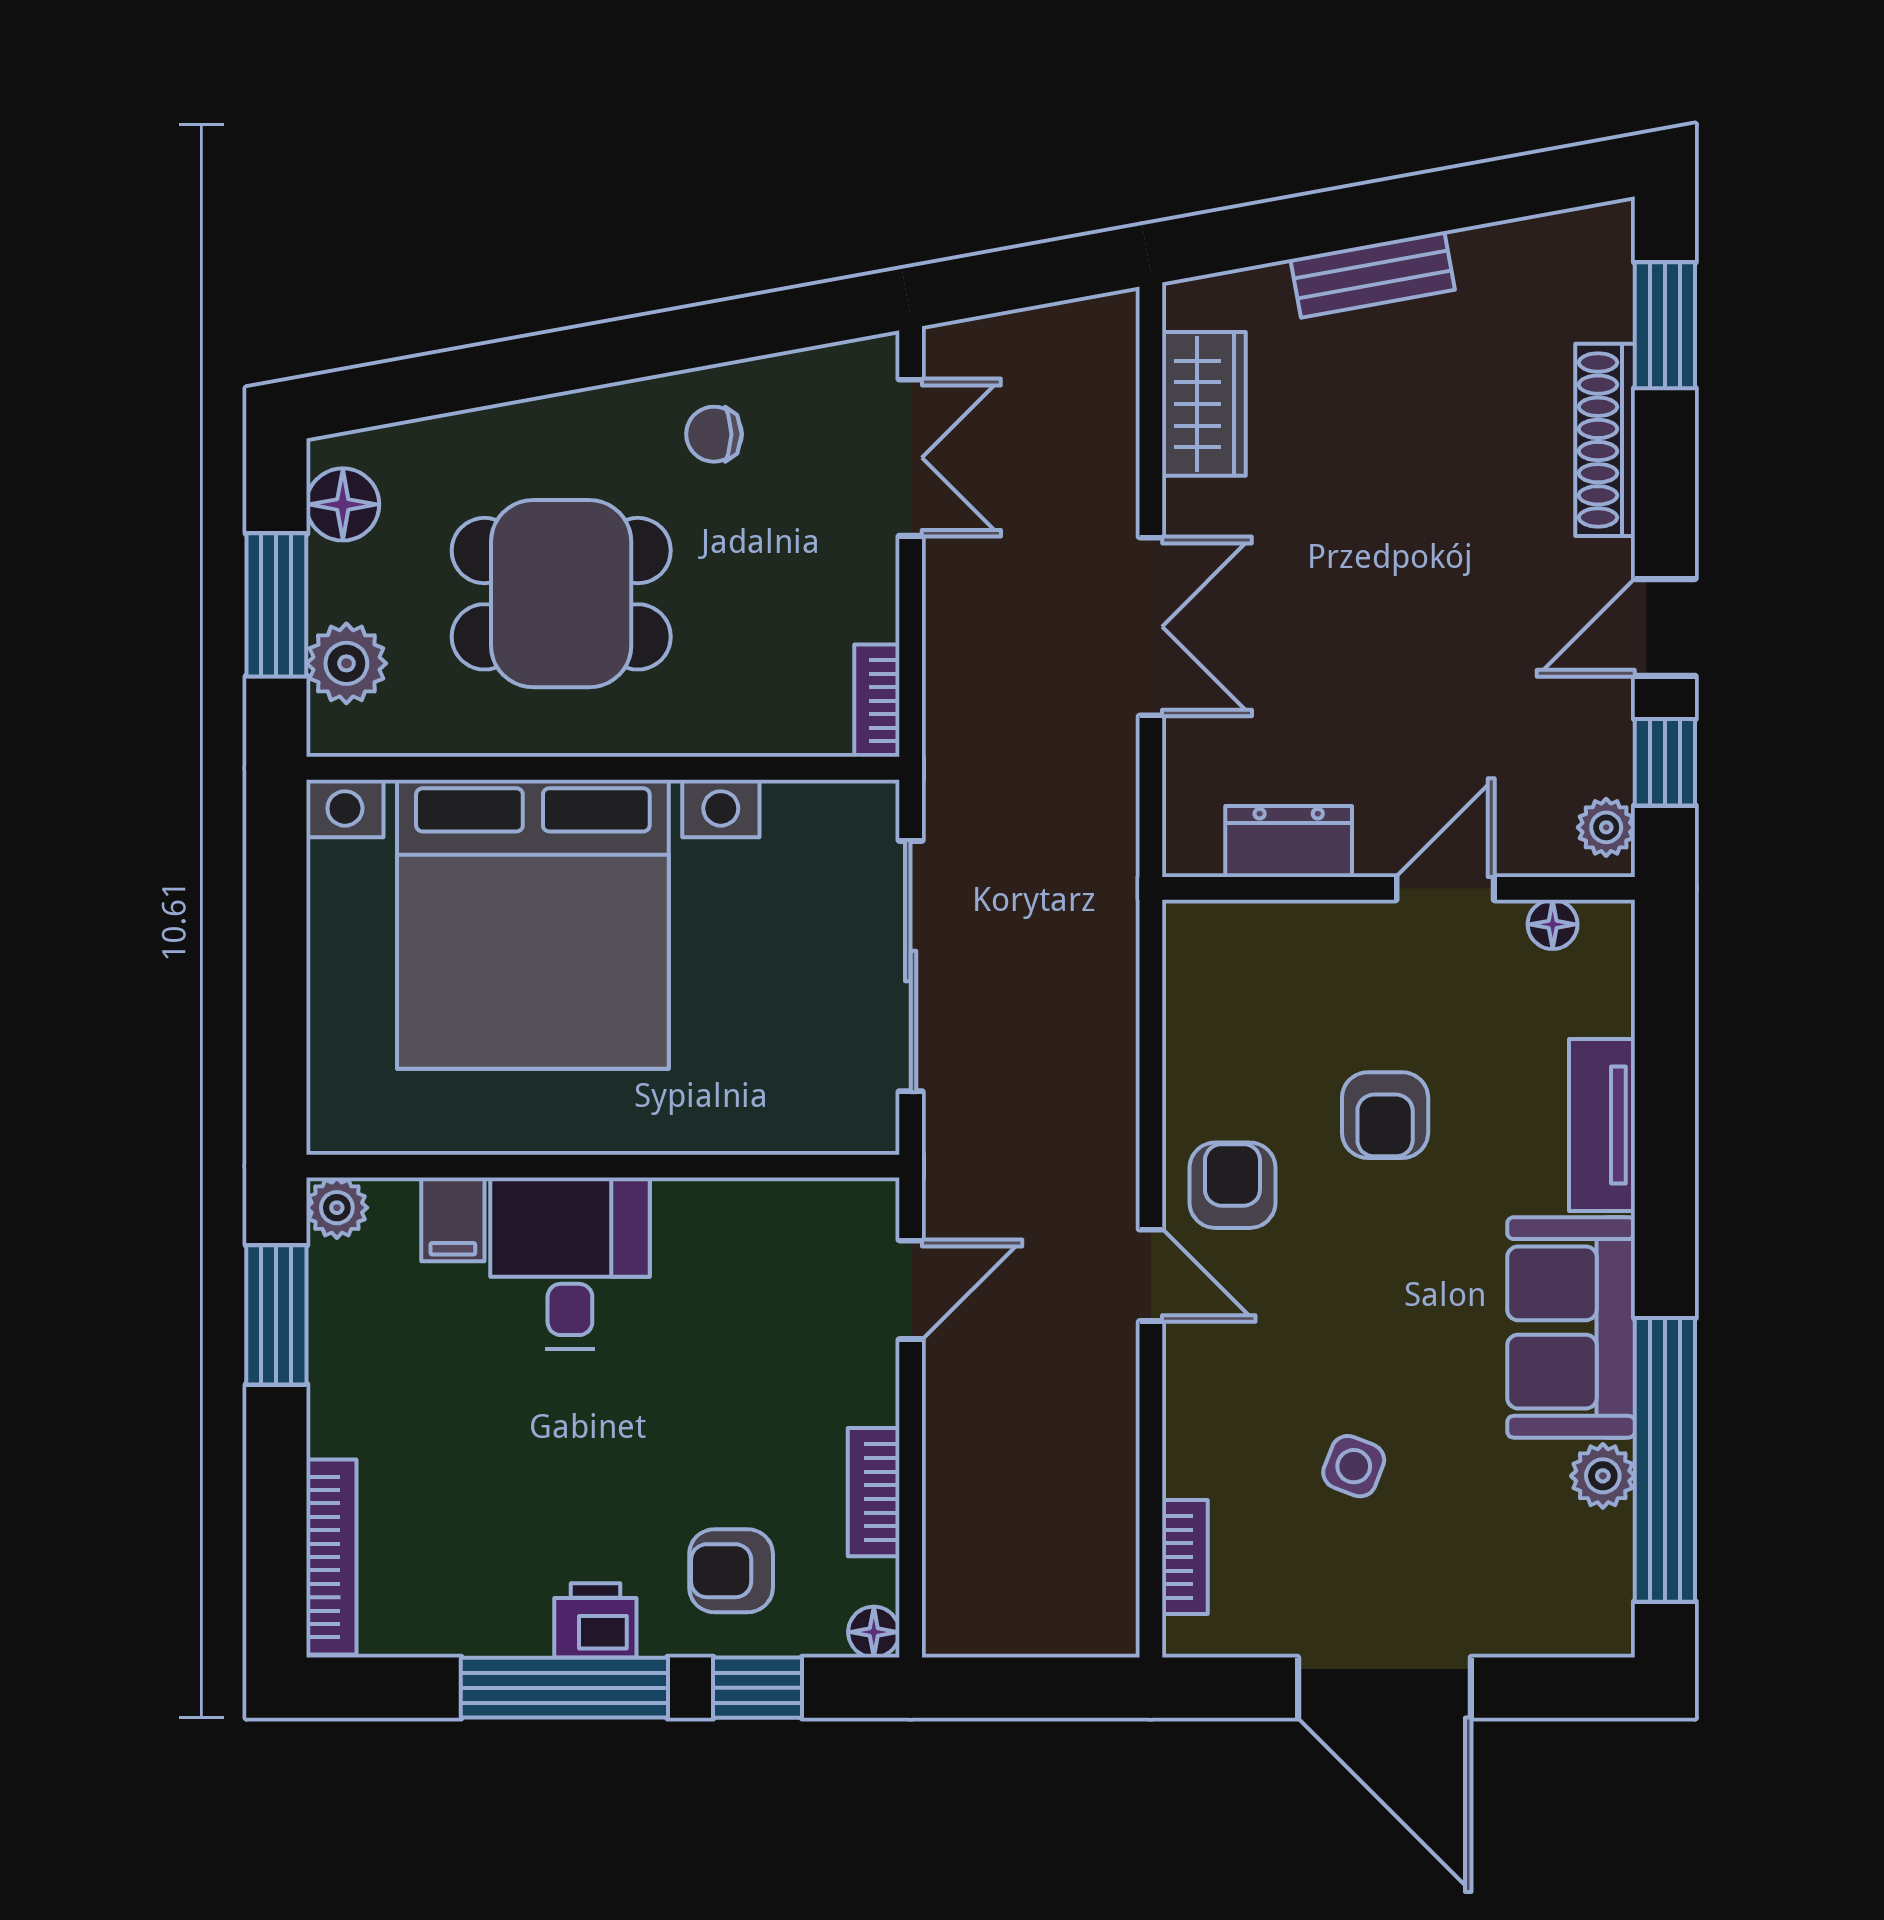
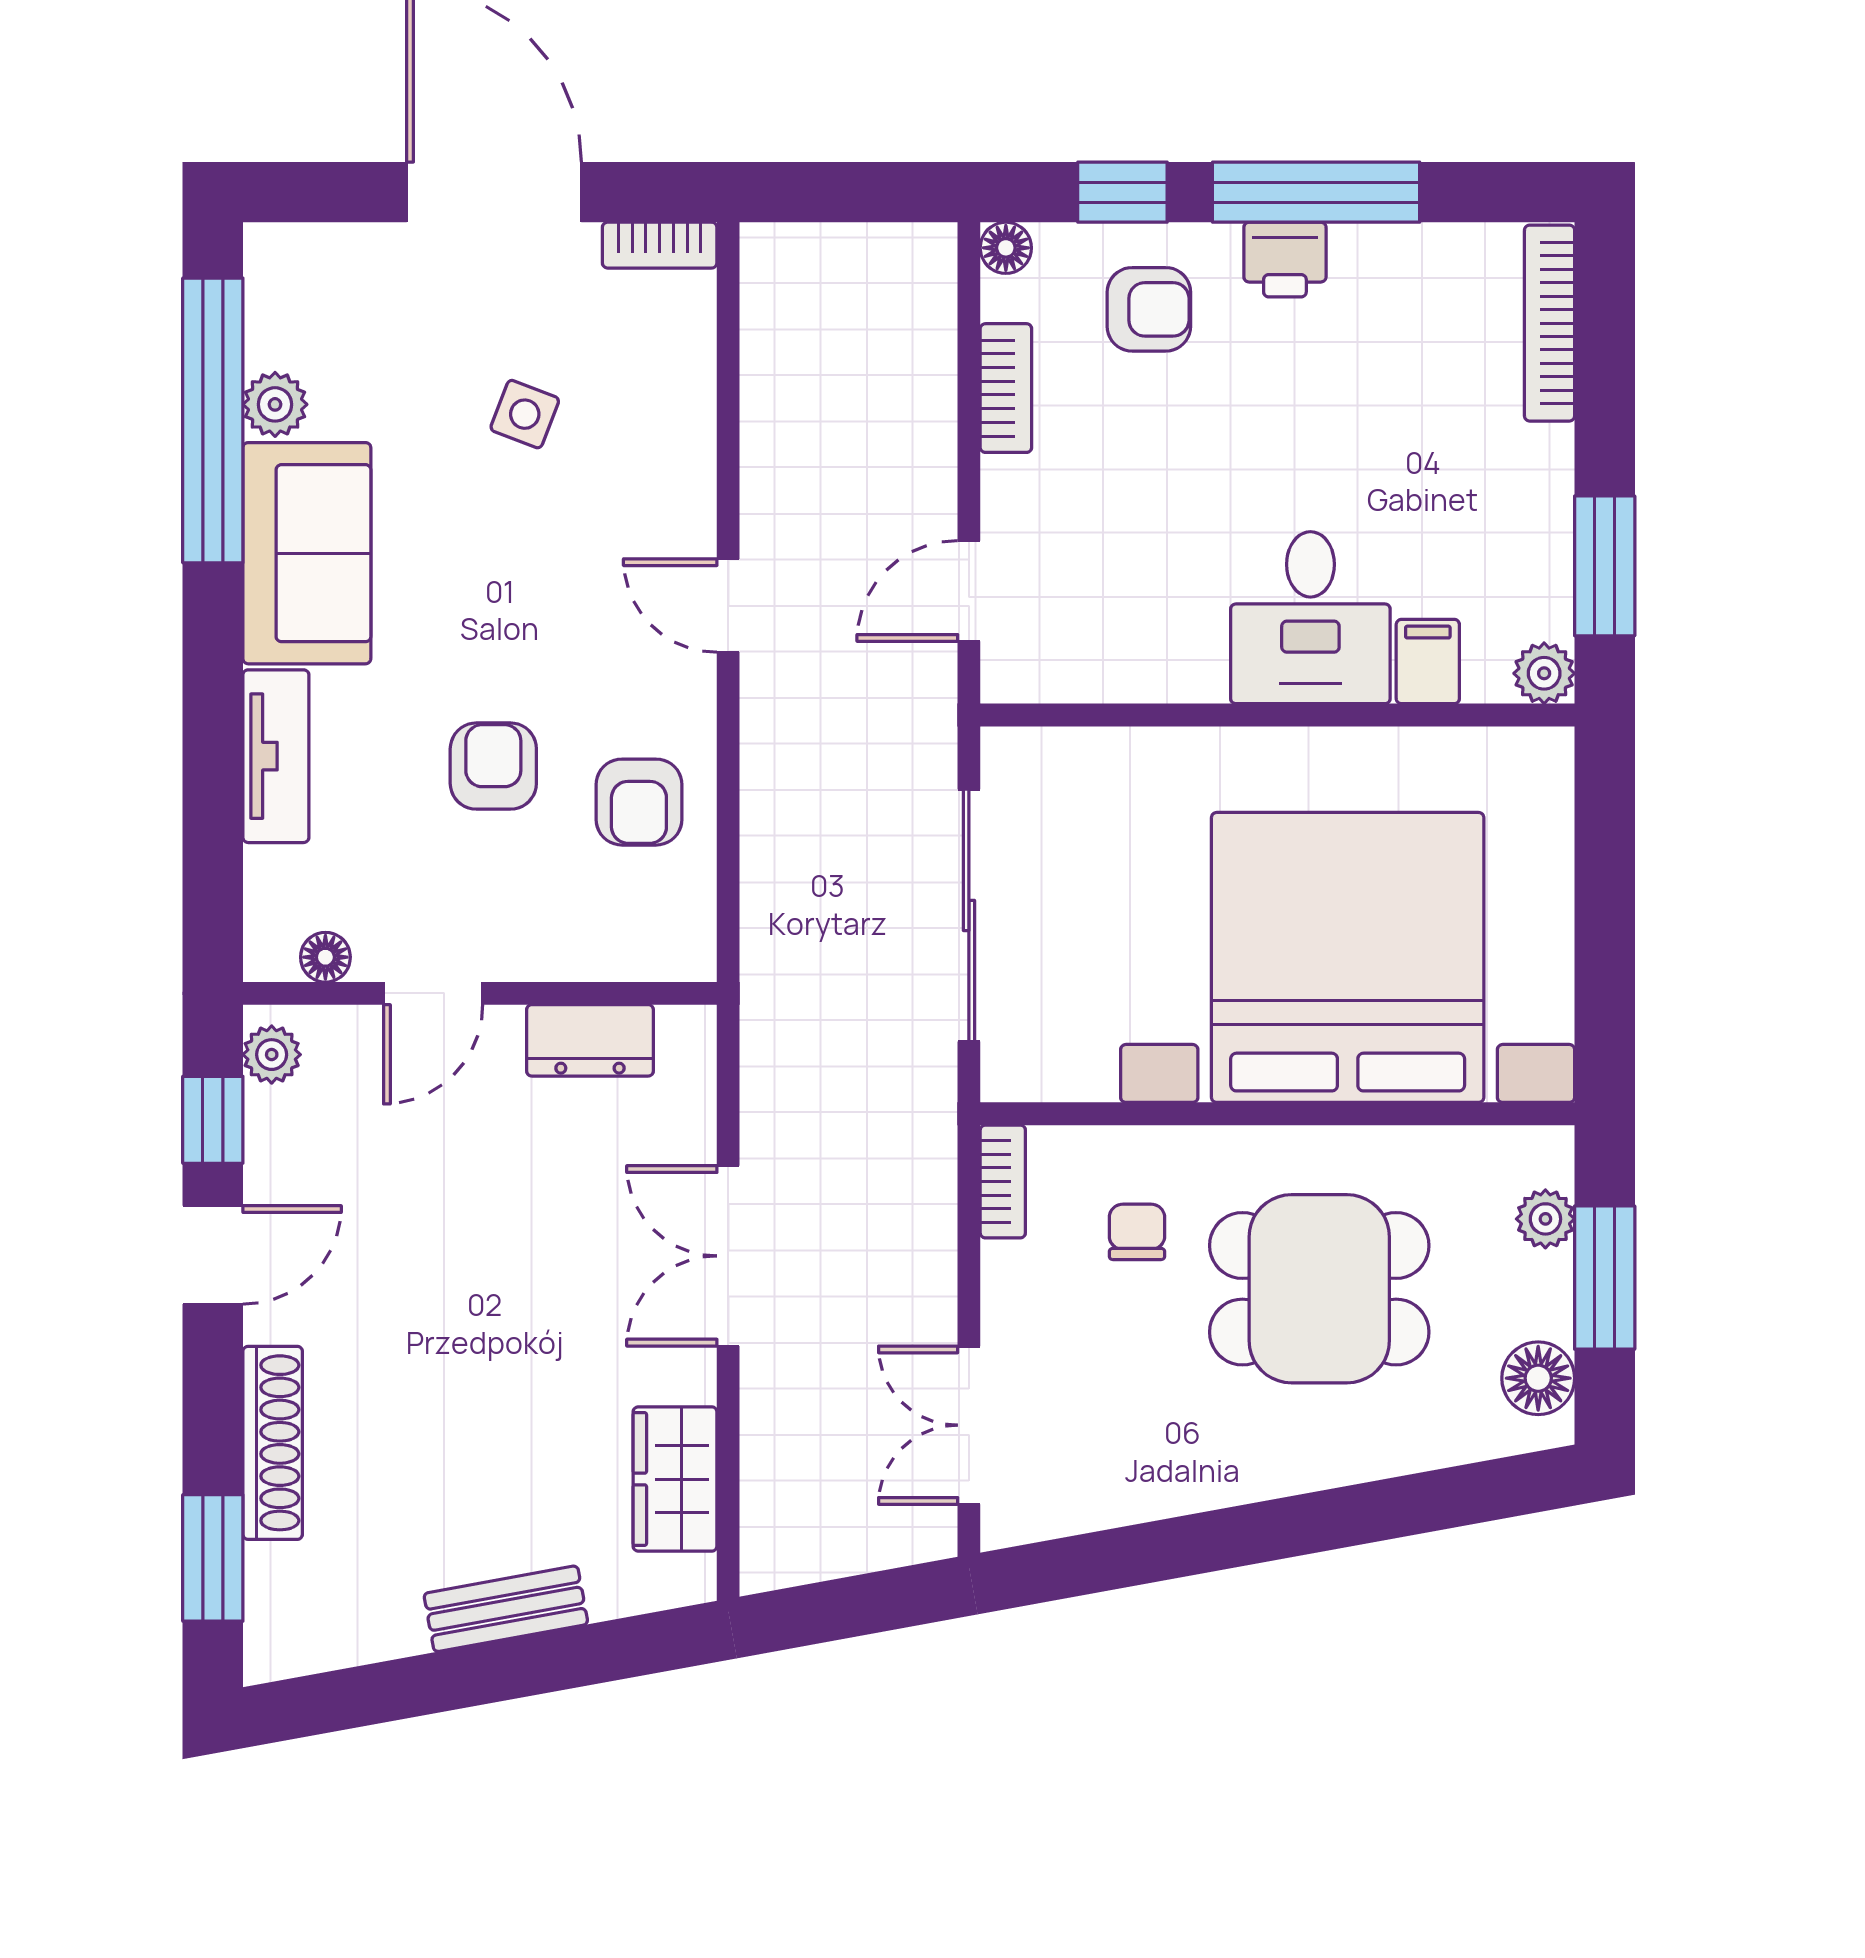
chair: (714, 434) -> (1137, 1232), moved, turned -90
plant: (346, 663) -> (1545, 1219), width x0.73, depth x0.73
armchair: (1232, 1185) -> (639, 802), moved
bookcase: (1185, 1557) -> (660, 245), moved, turned -90

